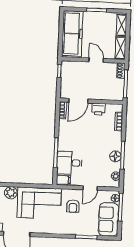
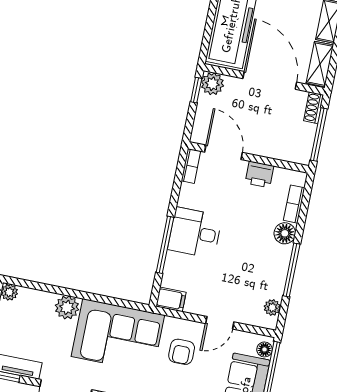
door: (96, 60) -> (270, 80), width x1.87
plant: (67, 67) -> (212, 84), added
door: (78, 101) -> (223, 152), swing flipped
floor lamp: (115, 156) -> (285, 233), moved
desk: (69, 163) -> (195, 233), moved

